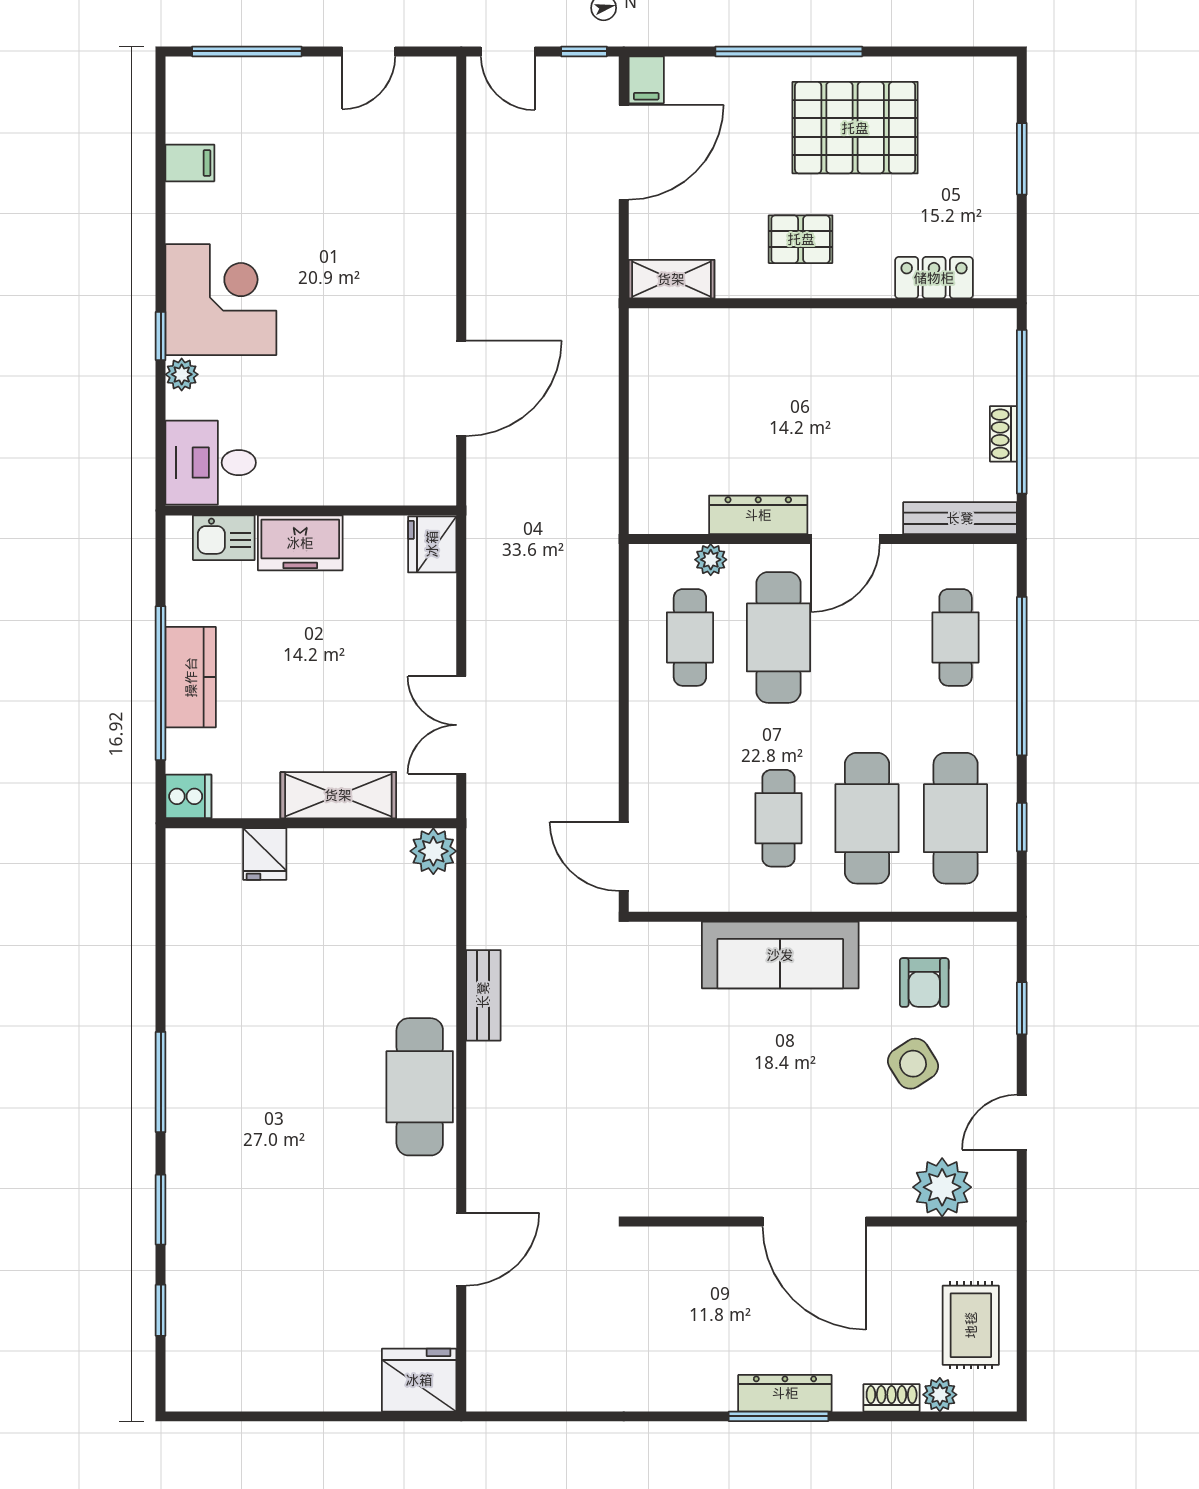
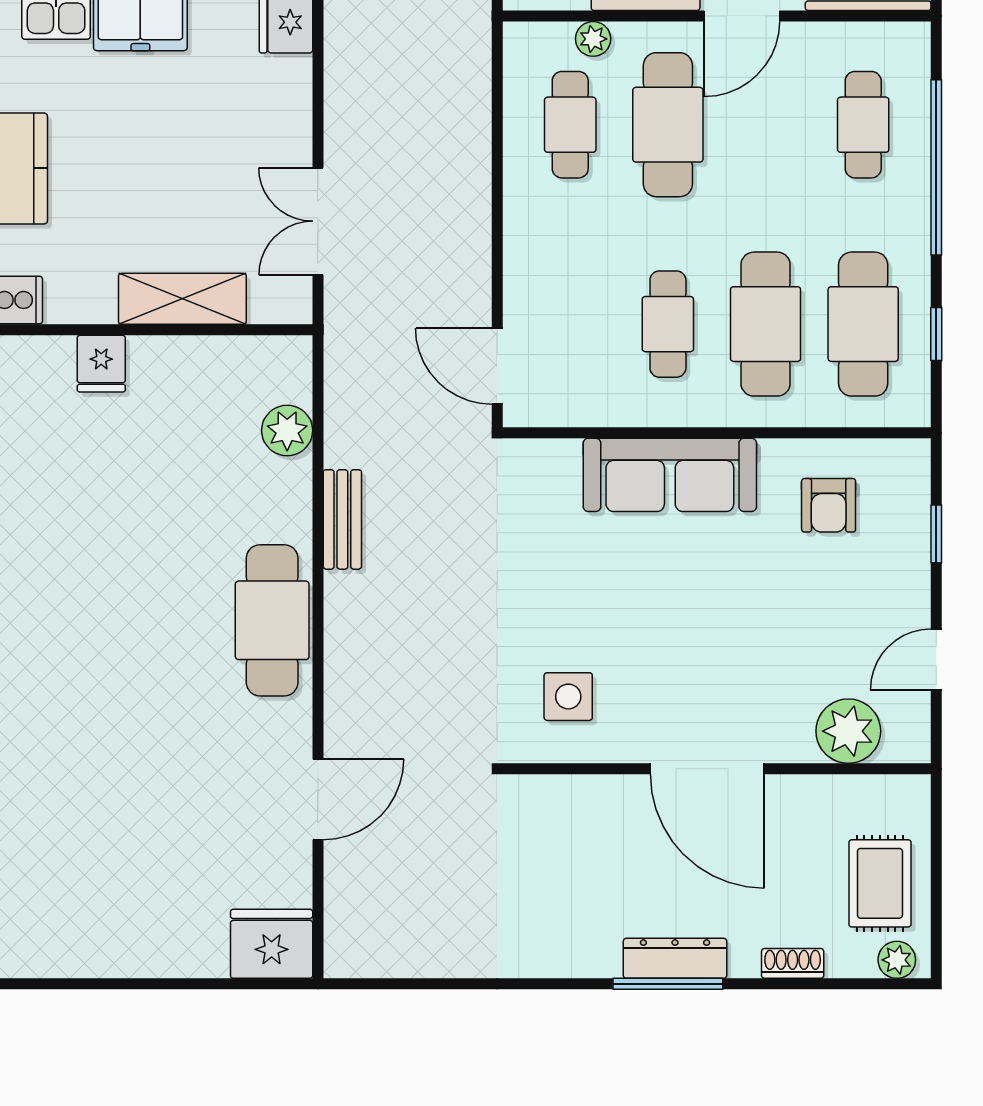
plant: (433, 851) -> (287, 431), moved
side table: (913, 1064) -> (568, 697), moved, turned 33
plant: (940, 1395) -> (897, 960), moved

